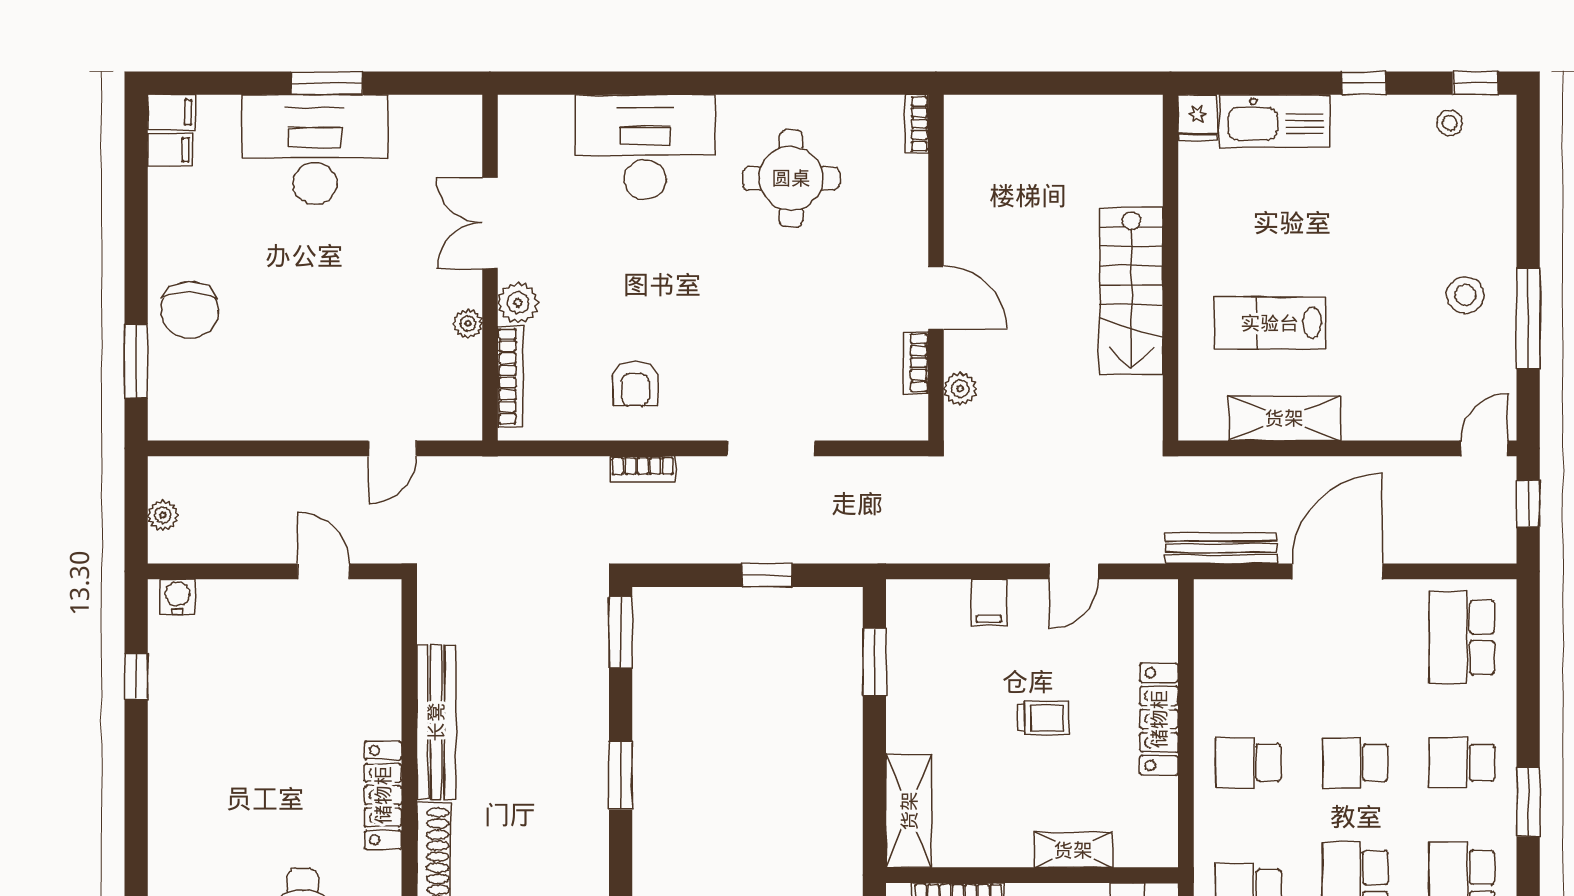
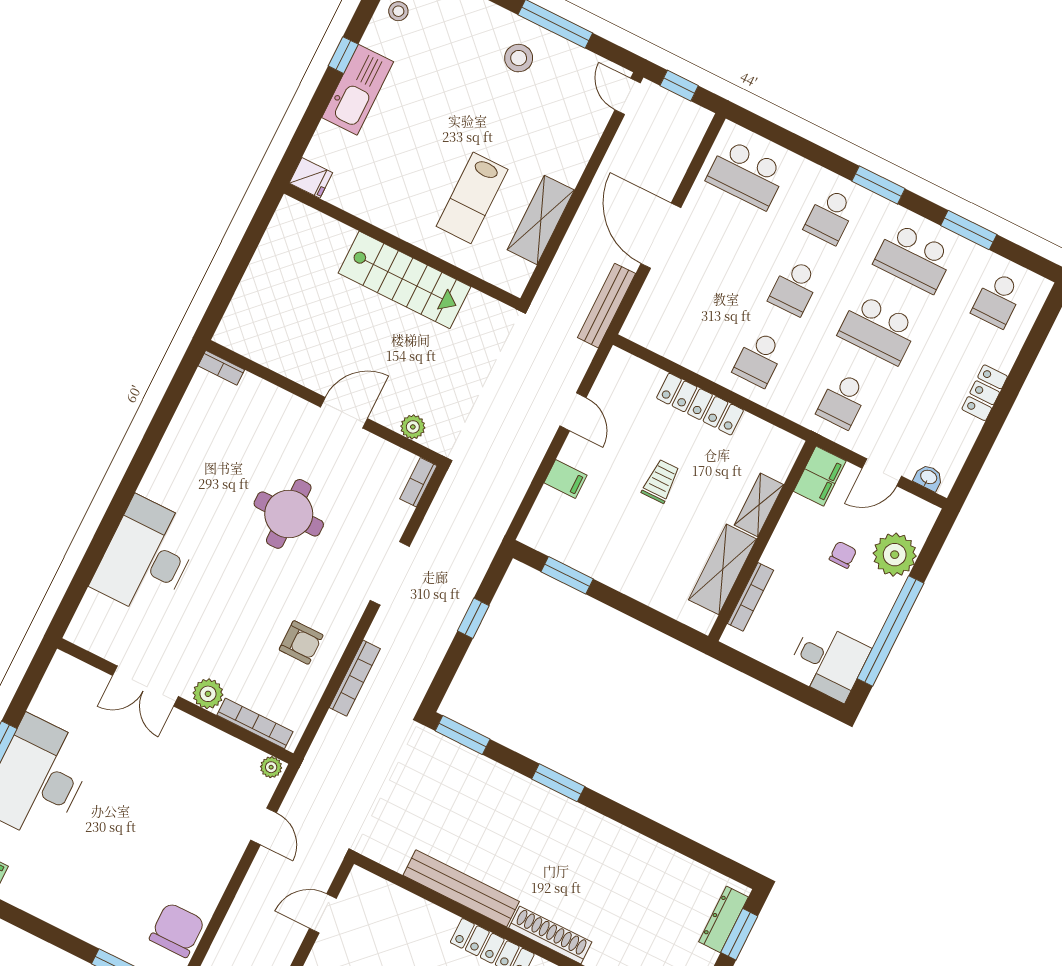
kitchen sink: (1275, 121) -> (358, 90), moved
round table: (791, 178) -> (289, 514), moved
chair: (190, 310) -> (177, 930), moved, turned -90
plant: (468, 323) -> (271, 767), moved
bookcase: (916, 363) -> (418, 482), moved, turned 90
bookcase: (643, 469) -> (355, 678), width x1.56
shelving: (909, 811) -> (723, 569), moved, turned 90

